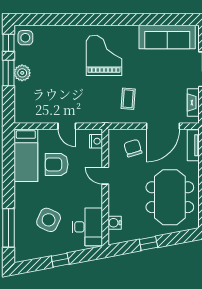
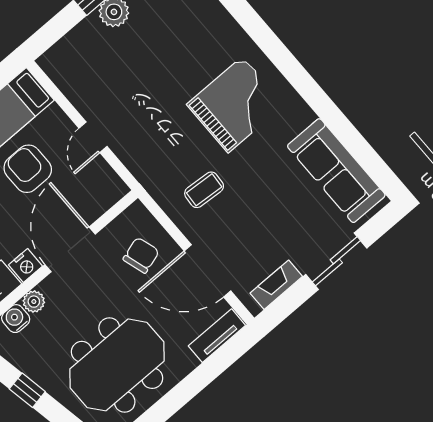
nightstand: (96, 141) -> (25, 266), moved
door: (105, 176) -> (70, 249), width x1.88
plant: (114, 209) -> (34, 302), added

